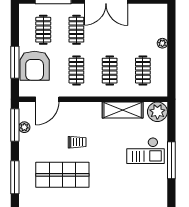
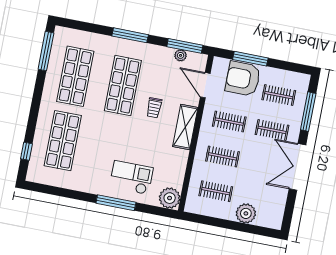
plant: (162, 43) -> (246, 213), width x1.88, depth x1.88
shelving: (123, 110) -> (185, 127), moved
checkout: (145, 151) -> (131, 178), turned 90

